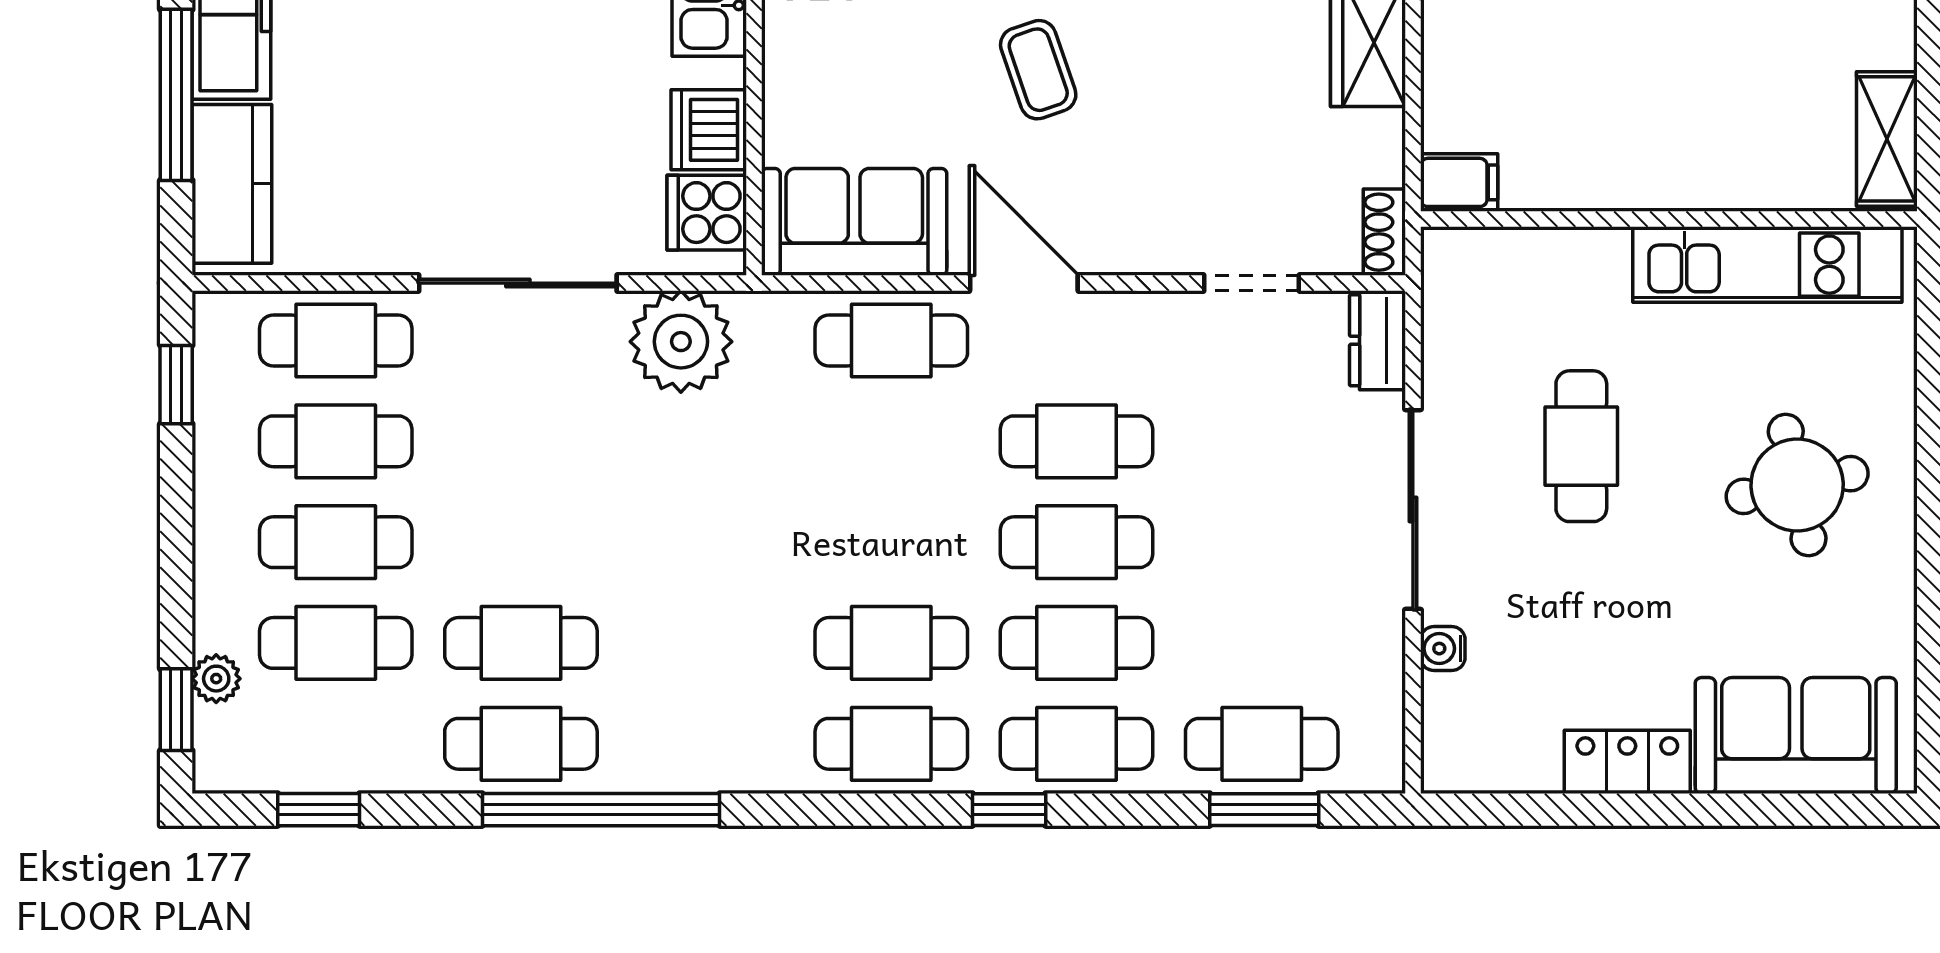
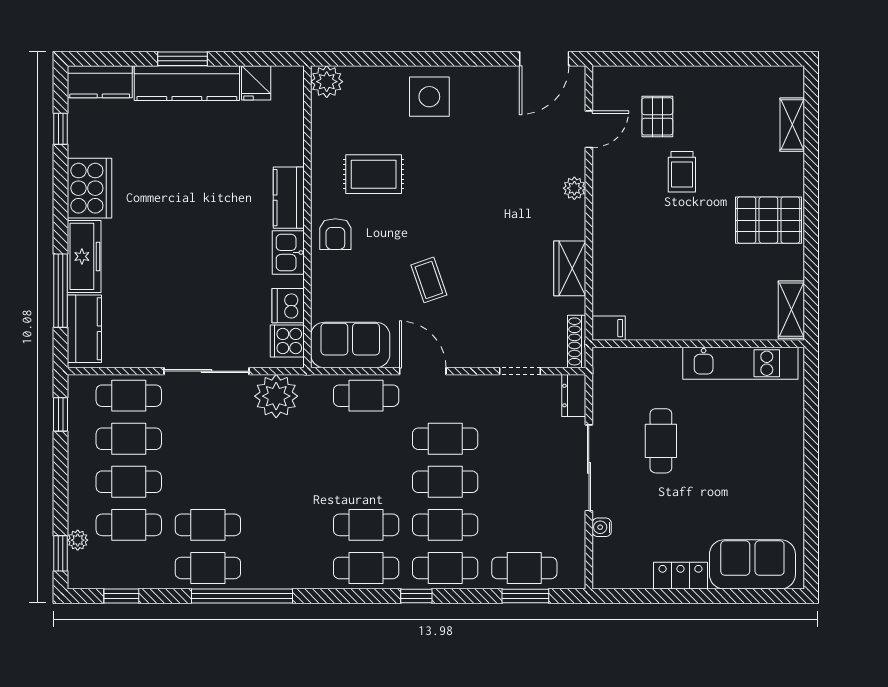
shoe rack: (1384, 232) -> (577, 341), width x1.43
round table: (1797, 485) -> (753, 457), removed

